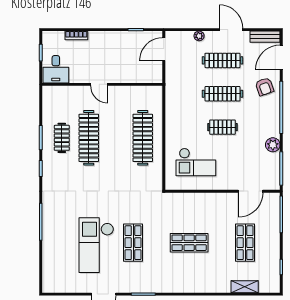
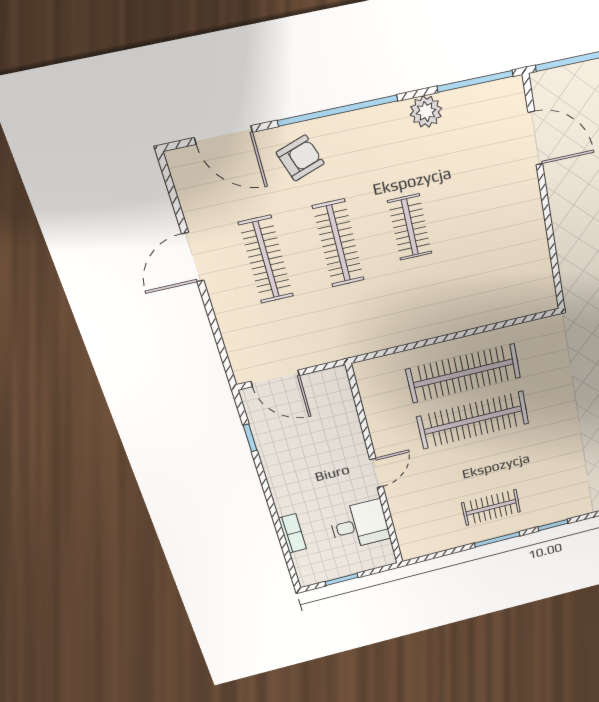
plant: (199, 36) -> (227, 318), removed
bench: (265, 37) -> (186, 182), removed
desk: (56, 69) -> (359, 525), moved
clothes rail: (89, 138) -> (473, 420), moved
checkout: (196, 162) -> (493, 263), removed

